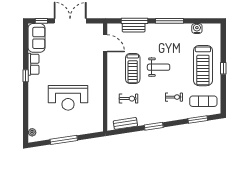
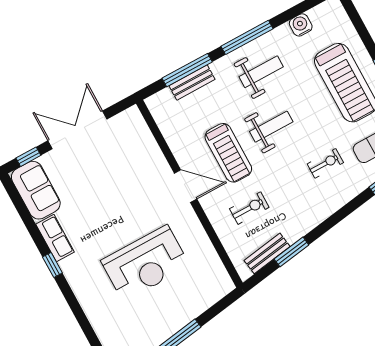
weight bench: (168, 40) -> (261, 72), added
door: (105, 43) -> (186, 186), moved
window: (154, 126) -> (291, 252), moved

